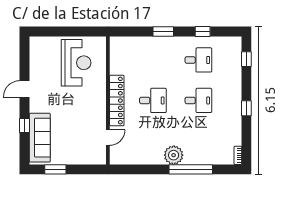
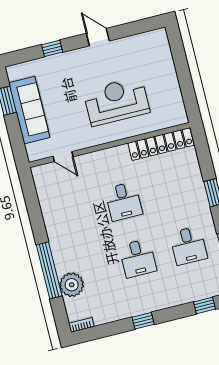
reception desk: (76, 63) -> (117, 101), moved, turned 180
locker: (117, 101) -> (161, 144), moved
sofa: (40, 138) -> (29, 110), moved, turned -90
plant: (174, 155) -> (72, 285), moved

